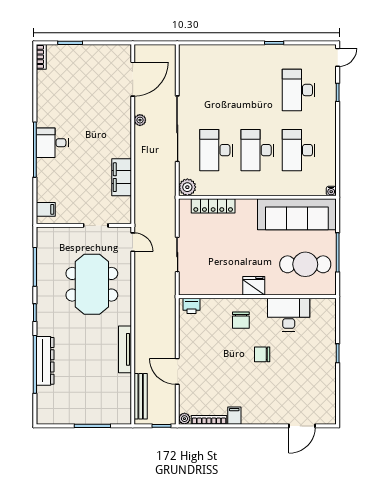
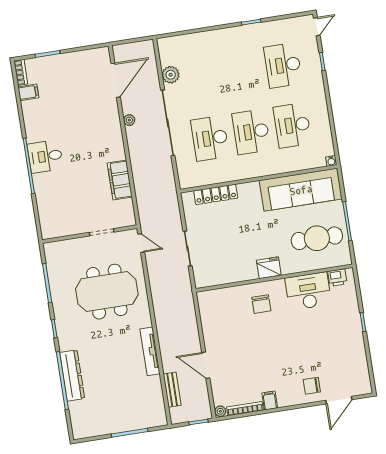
plant: (187, 187) -> (171, 75), moved
filing cabinet: (46, 209) -> (28, 92), moved
meeting table: (92, 284) -> (107, 292), turned 90
printer: (191, 306) -> (337, 278), moved
chair: (262, 354) -> (312, 386), moved
bench: (141, 396) -> (172, 390), width x0.73

